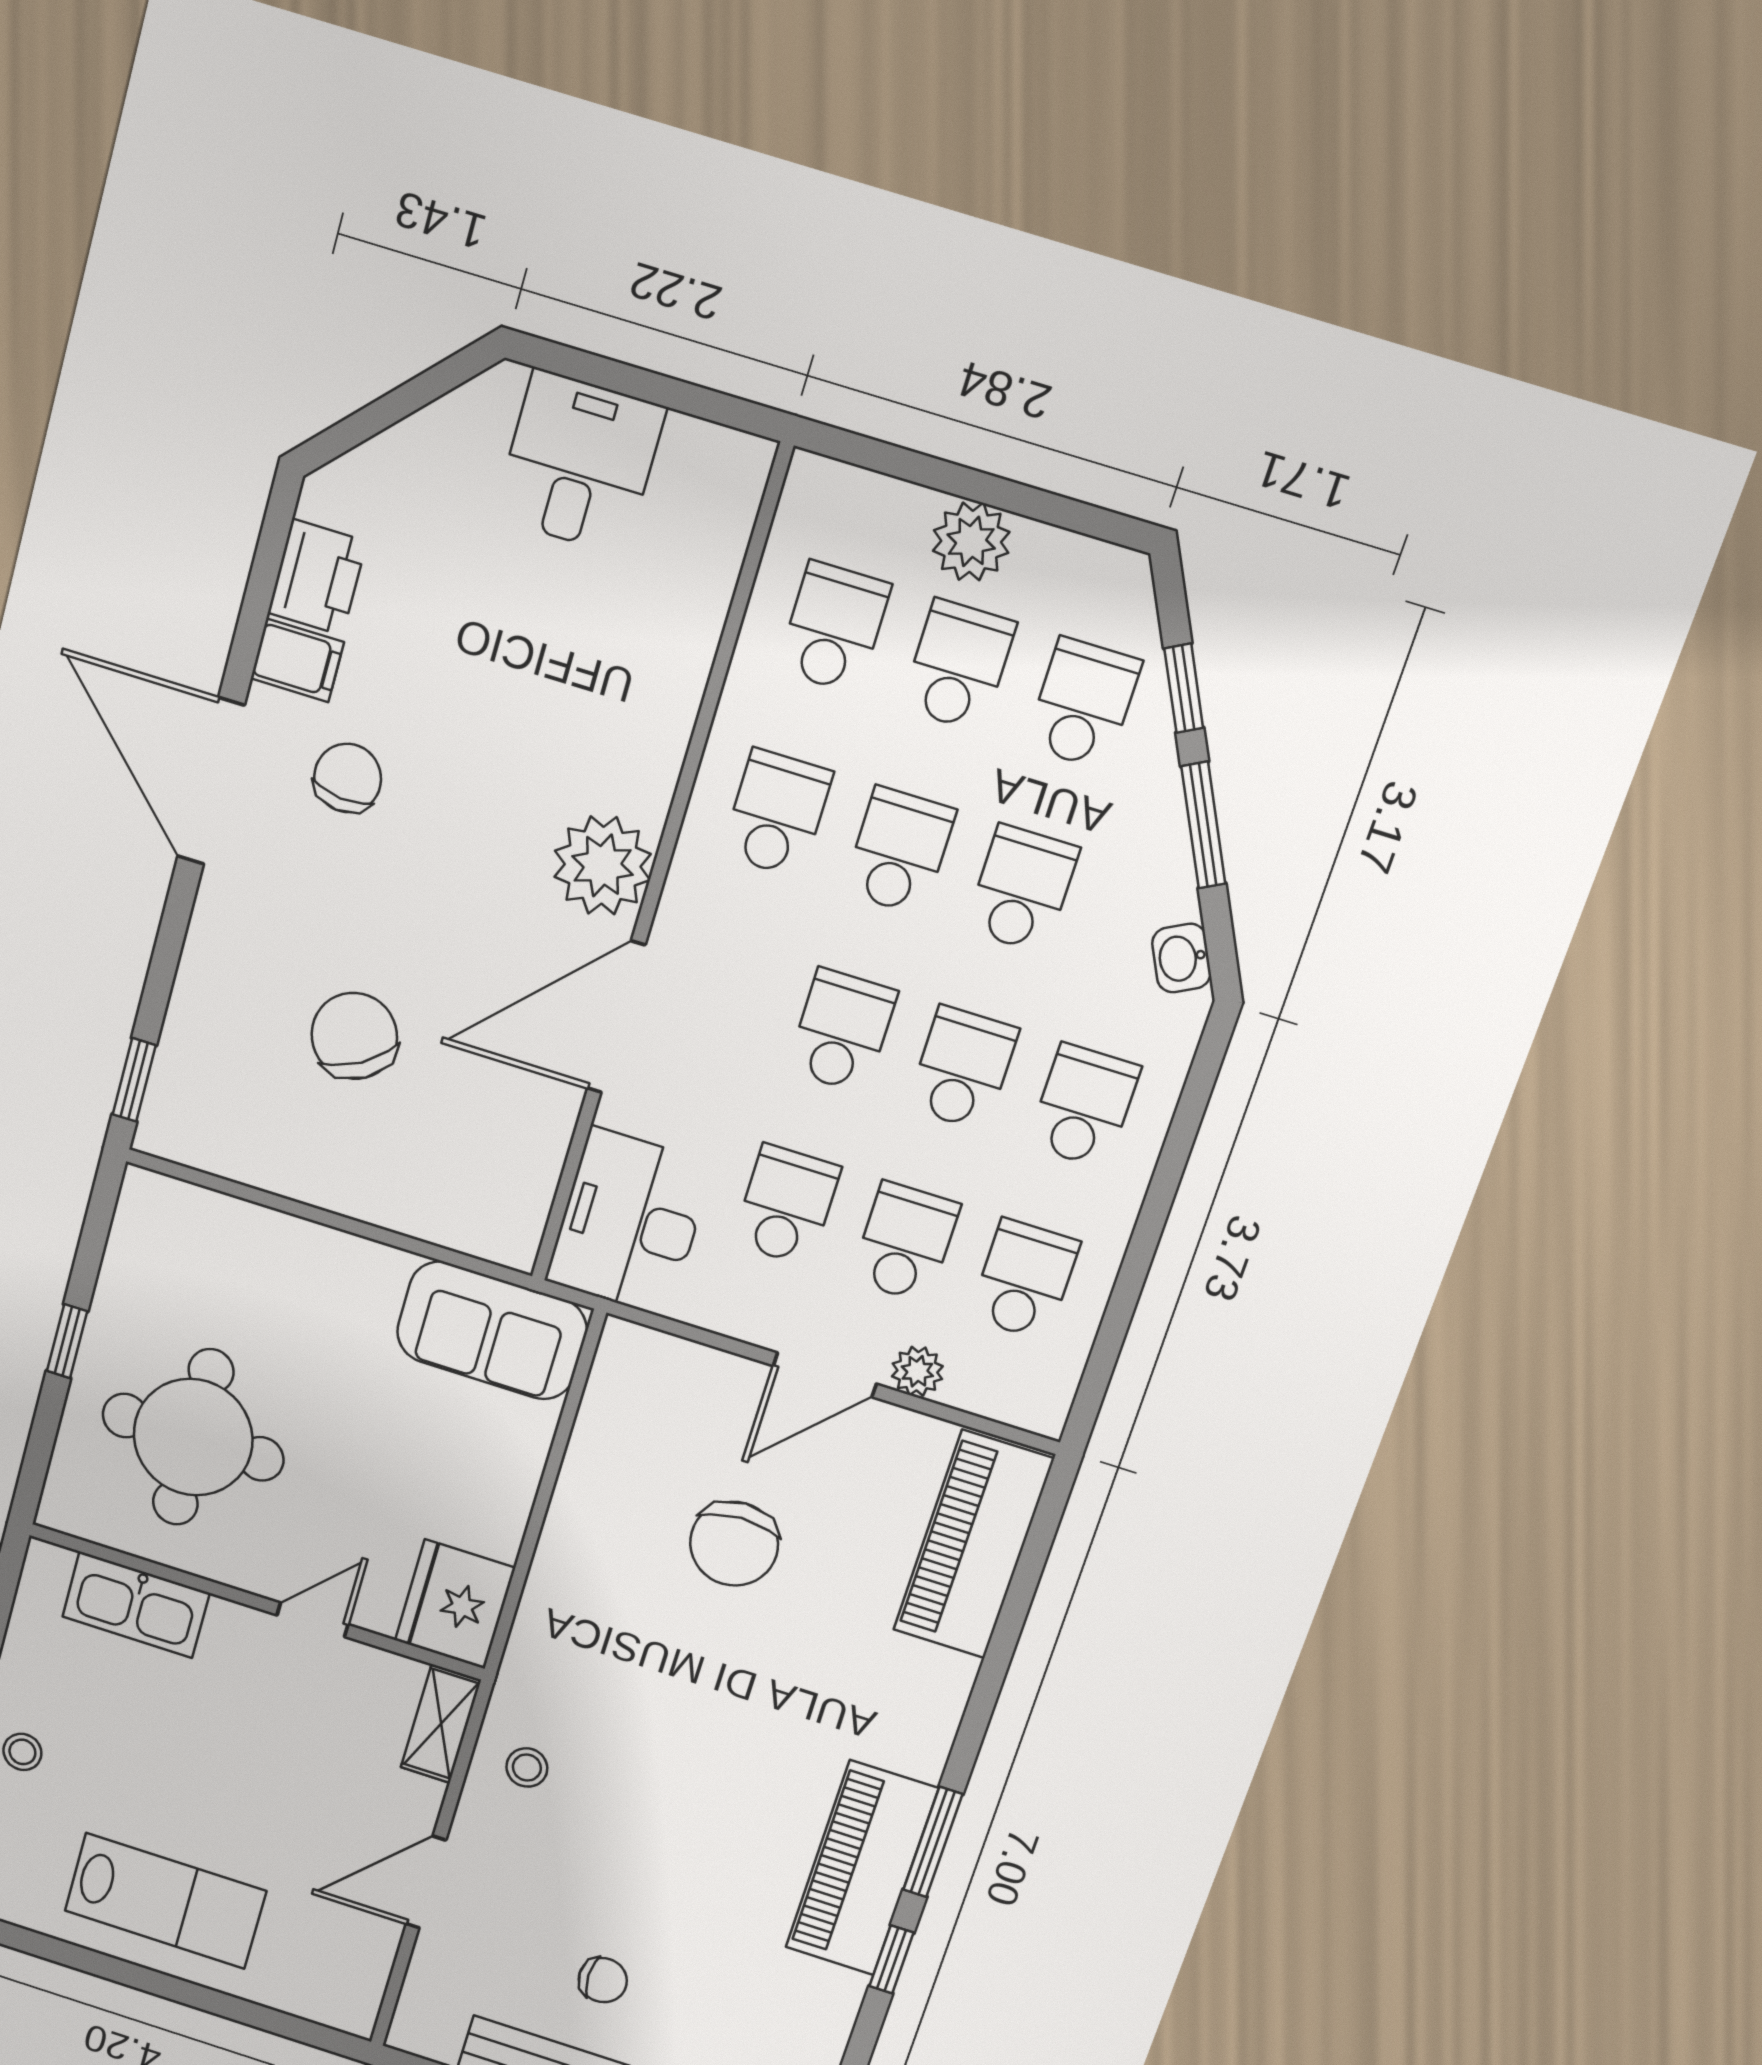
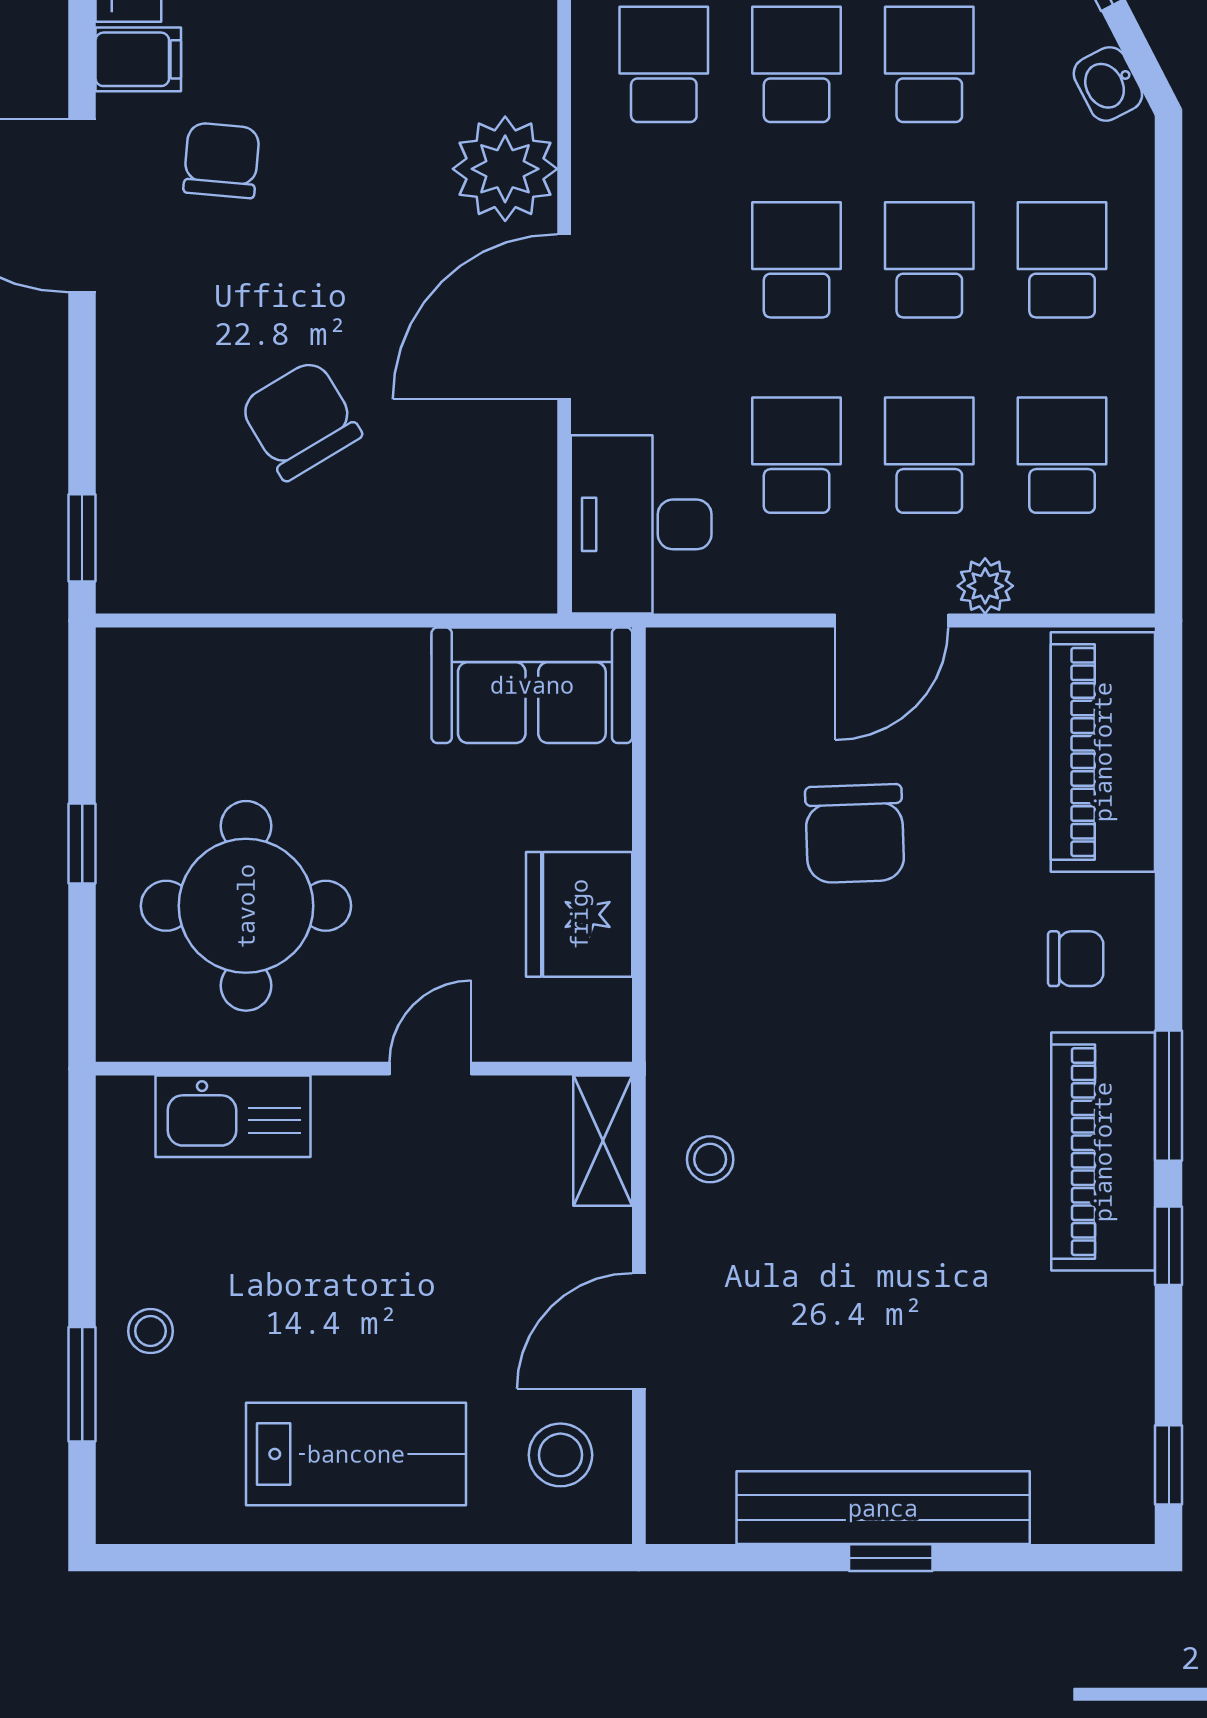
fridge: (455, 1604) -> (579, 914), moved
stool: (333, 1956) -> (560, 1455), added
chair: (603, 1980) -> (1076, 959), moved

